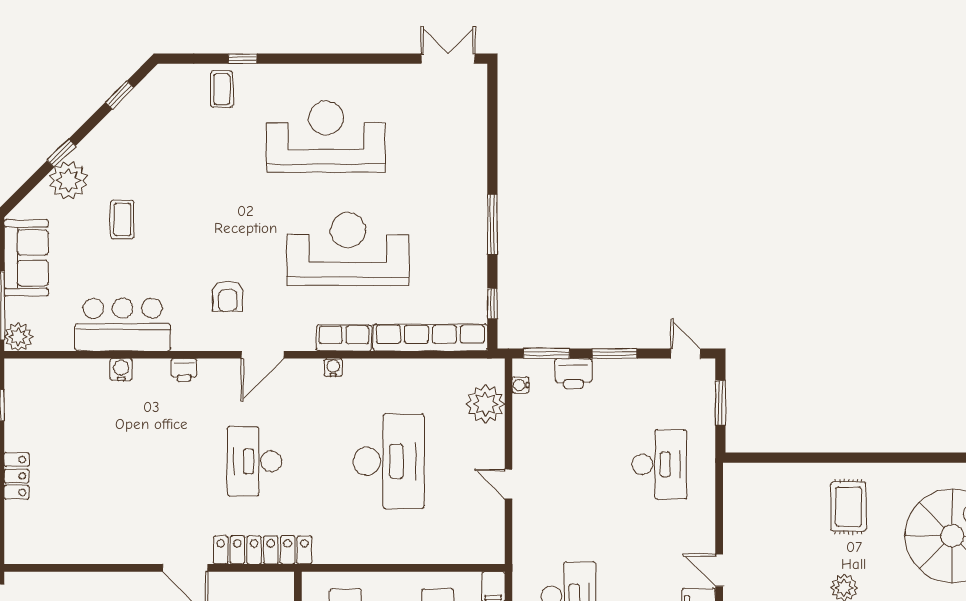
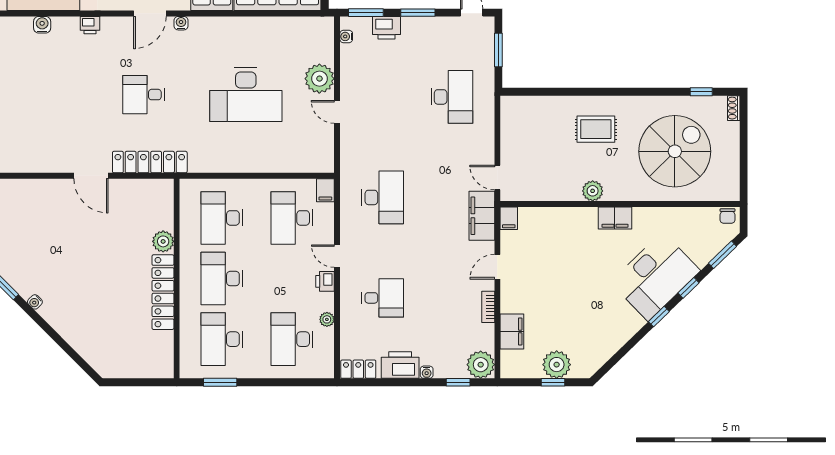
water cooler: (333, 367) -> (181, 23), moved
plant: (485, 404) -> (319, 79), moved
desk: (254, 461) -> (144, 95), width x0.73
desk: (389, 461) -> (246, 95), turned 90
rug: (849, 507) -> (596, 129), turned 90

